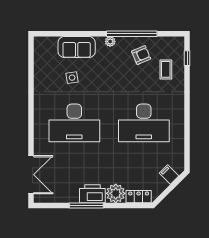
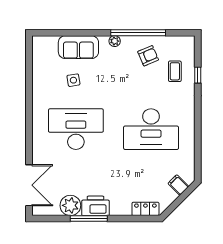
window: (187, 58) -> (198, 75), moved
desk: (74, 123) -> (76, 129), turned 180
plant: (116, 193) -> (70, 205), moved

